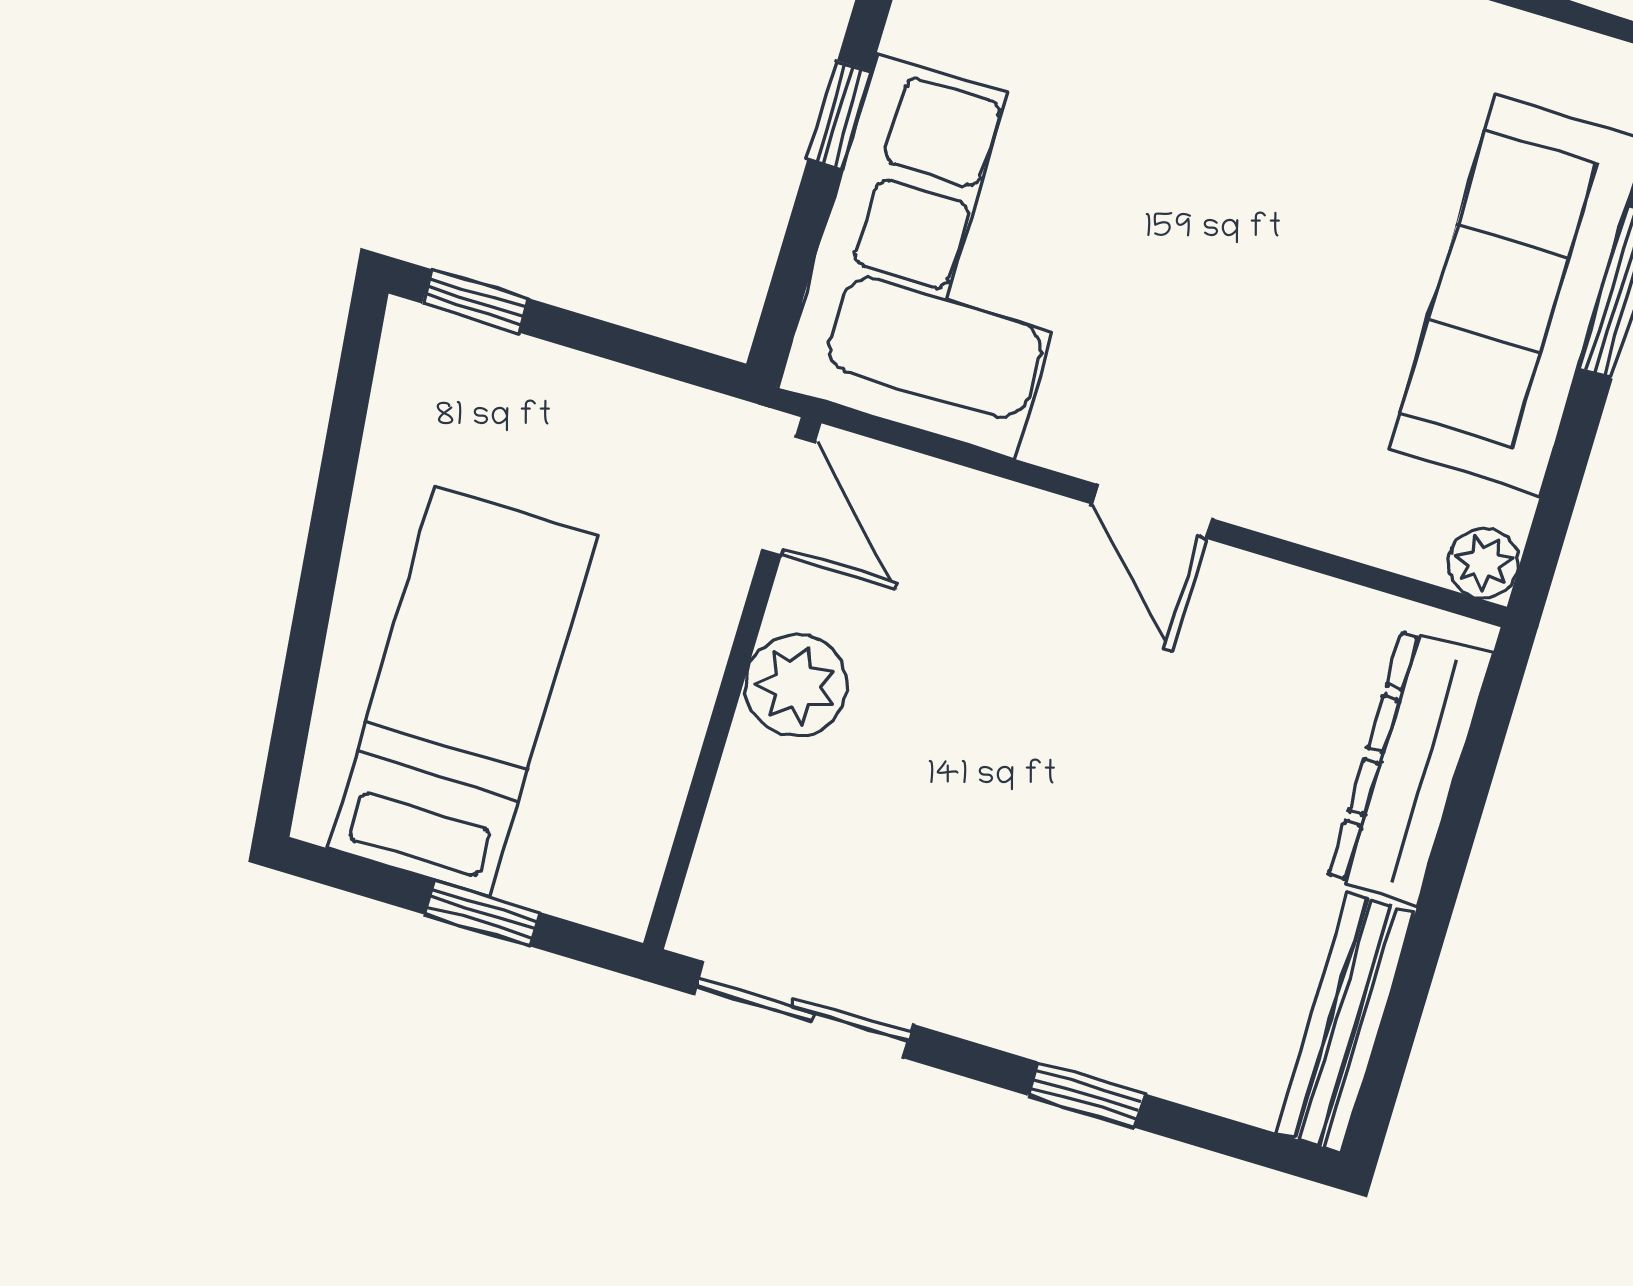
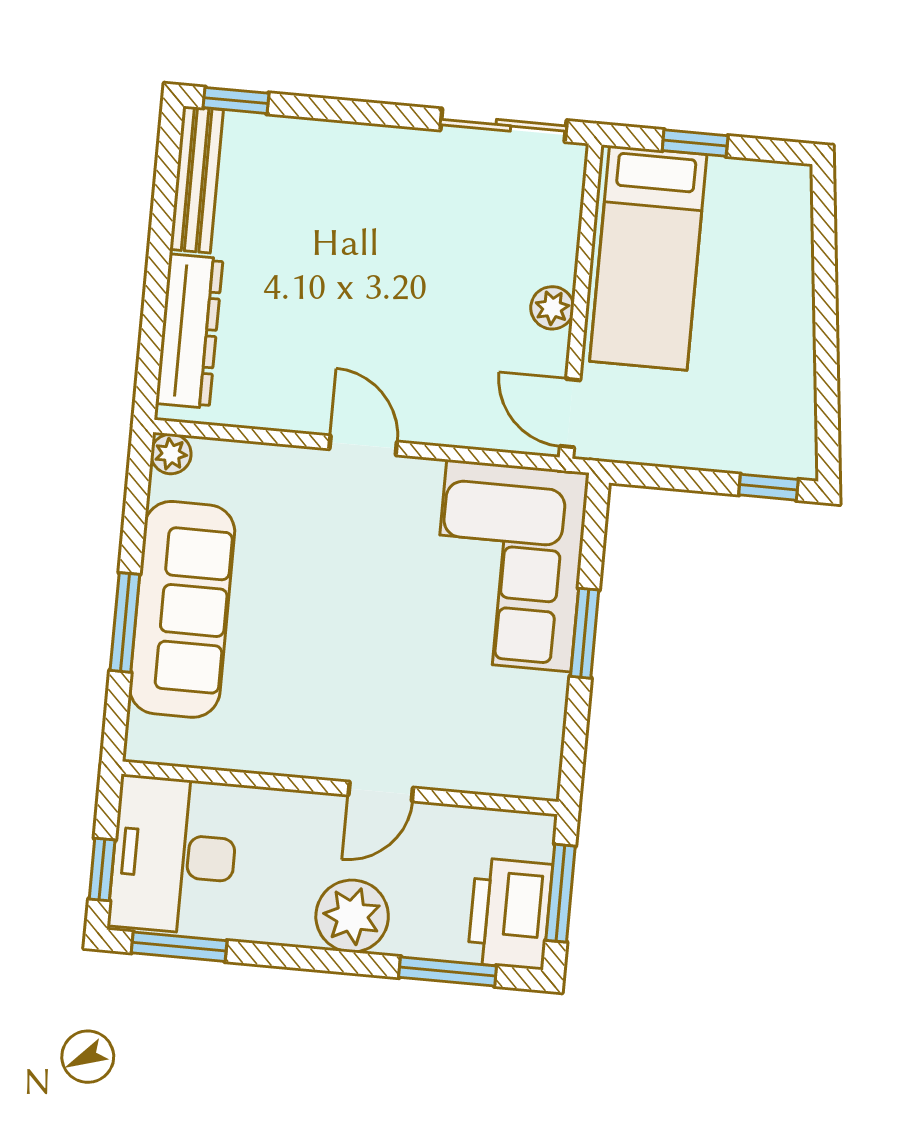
window: (839, 115) -> (585, 633), width x1.50
plant: (796, 685) -> (552, 308), width x0.73, depth x0.73
bed: (462, 692) -> (648, 258), moved
window: (1086, 1094) -> (236, 100), moved

